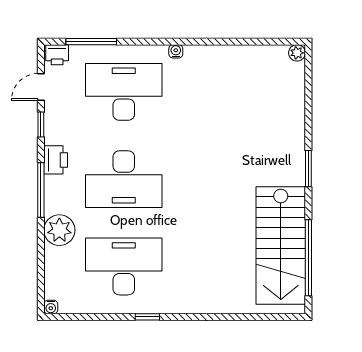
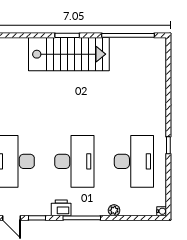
plant: (59, 230) -> (114, 210), width x0.53, depth x0.53
stairs: (281, 245) -> (69, 54), moved
desk: (124, 266) -> (134, 161), turned 180

